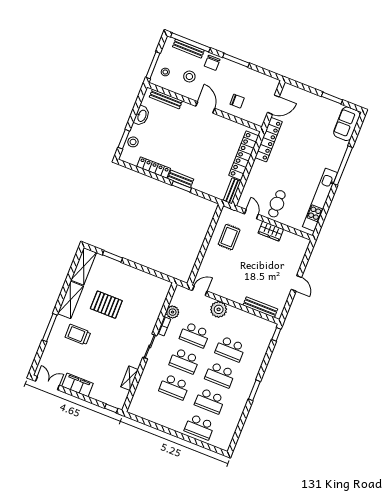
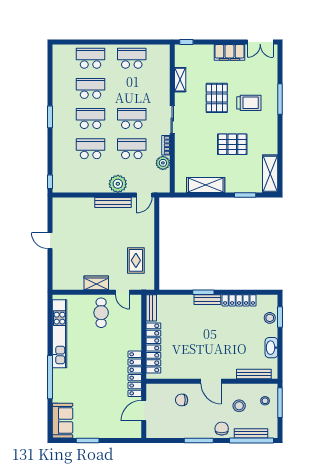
shelving: (70, 300) -> (206, 185), moved, turned 90
bench: (260, 307) -> (113, 202), moved
pallet: (104, 350) -> (217, 98), added
school desk: (174, 387) -> (132, 58), moved

